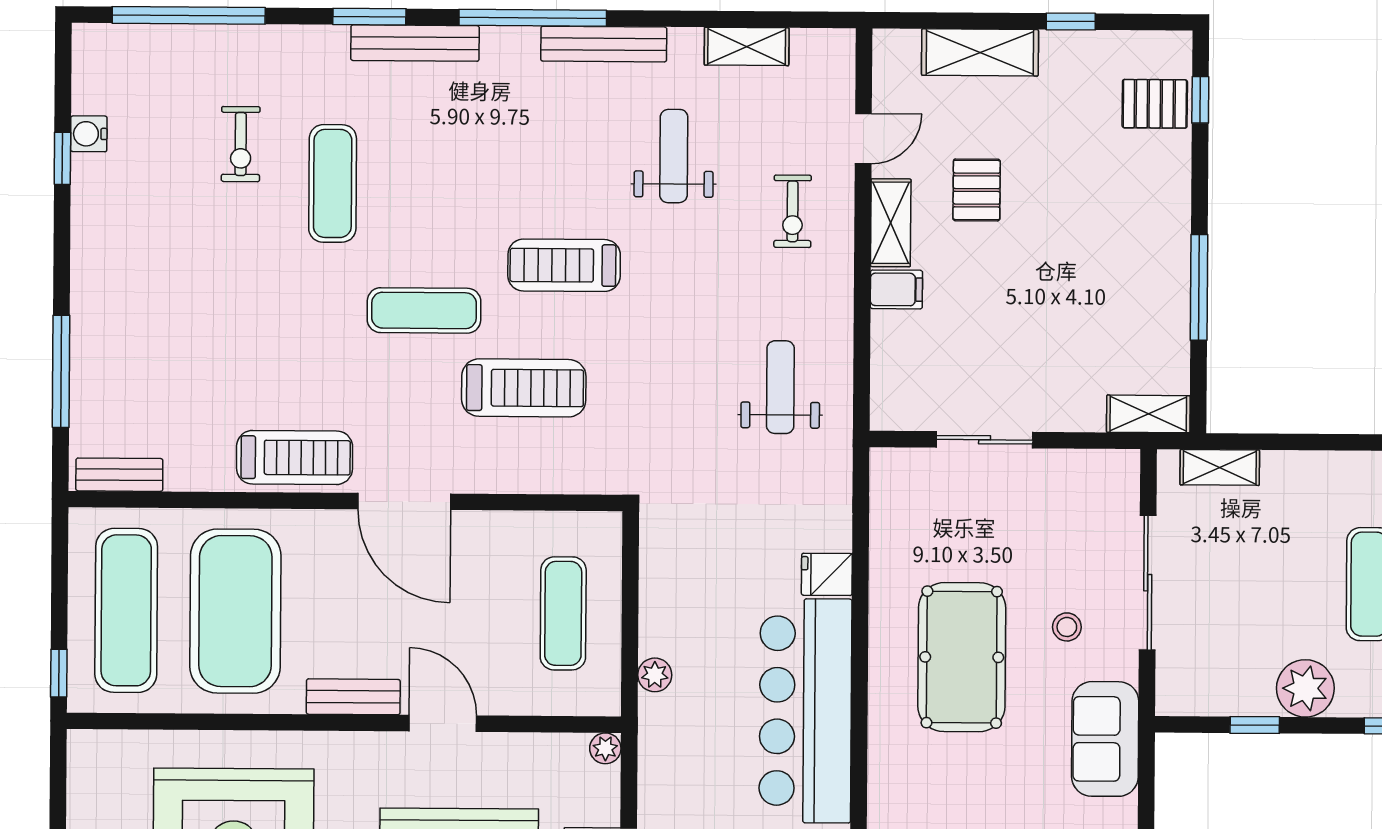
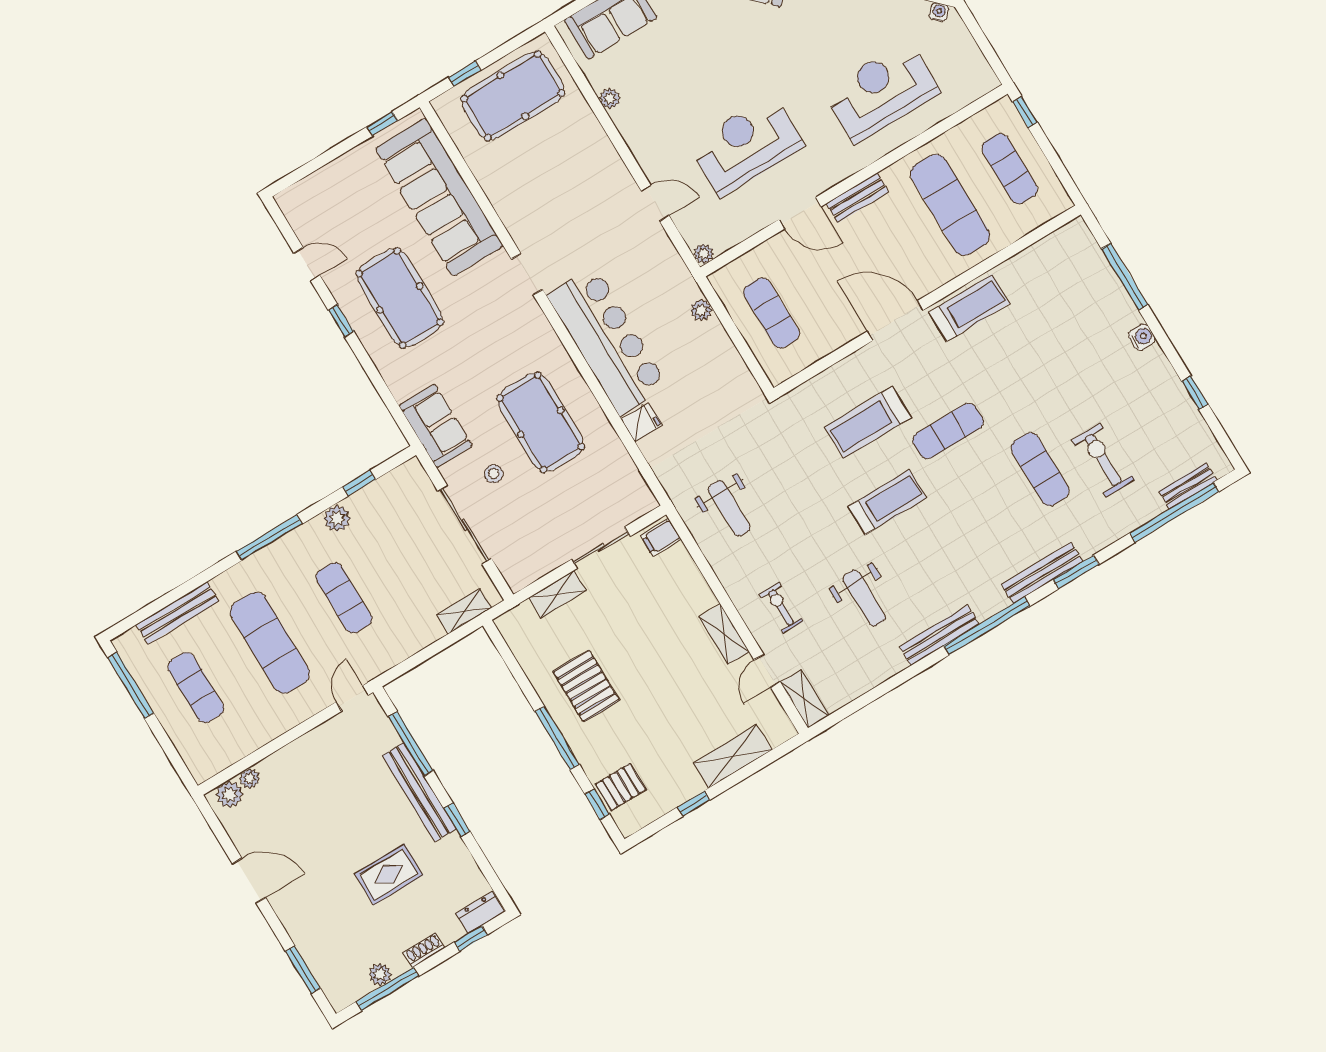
shelving: (747, 46) -> (804, 699), moved, turned 90
water cooler: (89, 134) -> (1142, 337), moved
exercise bike: (241, 144) -> (1103, 460), width x1.38, depth x1.39
pallet: (977, 190) -> (586, 686), moved, width x1.50, depth x1.42
window: (1199, 287) -> (557, 738), moved
filing cabinet: (896, 289) -> (661, 537), moved
shelving: (1148, 414) -> (557, 594), moved
treadmill: (295, 457) -> (969, 308), turned 180
bench: (119, 475) -> (1188, 486), moved
exercise mat: (126, 610) -> (1010, 169), width x0.73, depth x0.69
exercise mat: (235, 611) -> (950, 205), width x0.68
plant: (1305, 688) -> (337, 518), width x0.73, depth x0.73

